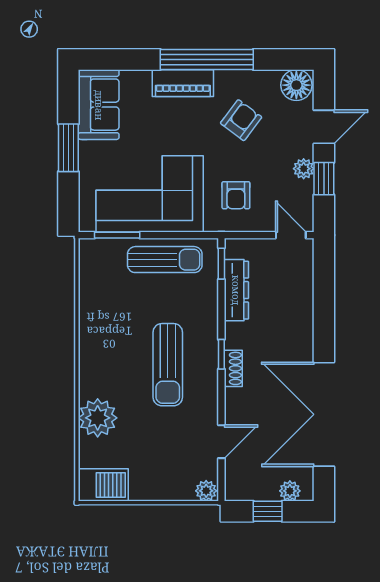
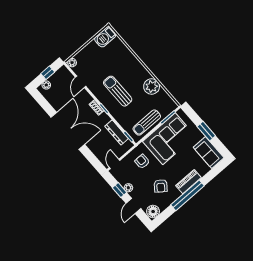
door: (291, 235) -> (115, 164), swing flipped
double door: (324, 414) -> (68, 131), moved
plant: (98, 418) -> (152, 86), moved

